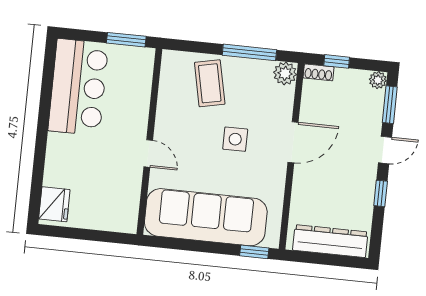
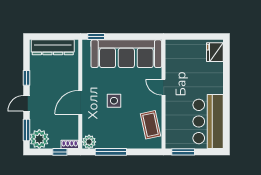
plant: (378, 80) -> (39, 139), width x1.88, depth x1.88
coffee table: (210, 83) -> (151, 125), moved

